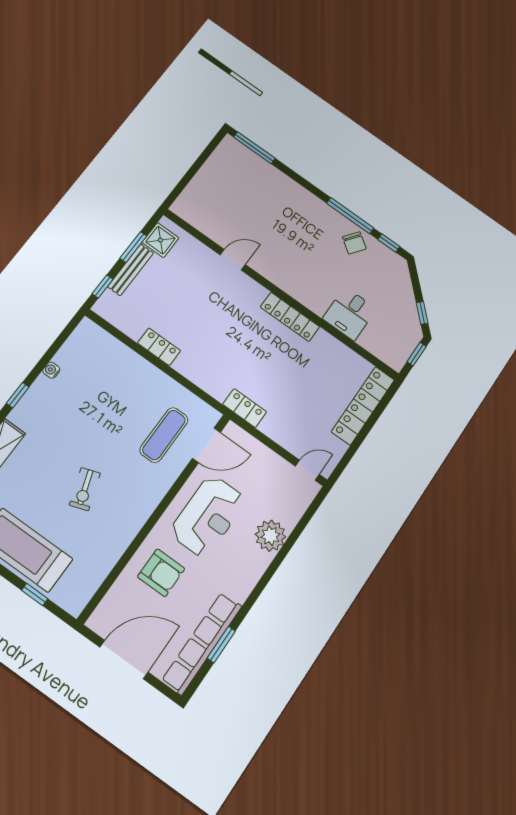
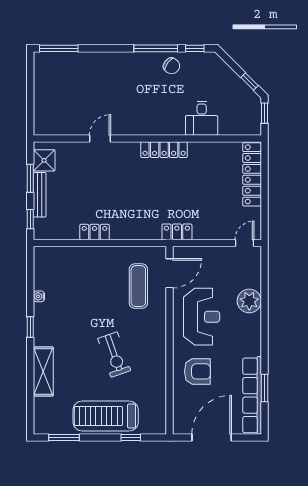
exercise bike: (85, 489) -> (114, 355), width x1.38, depth x1.39

